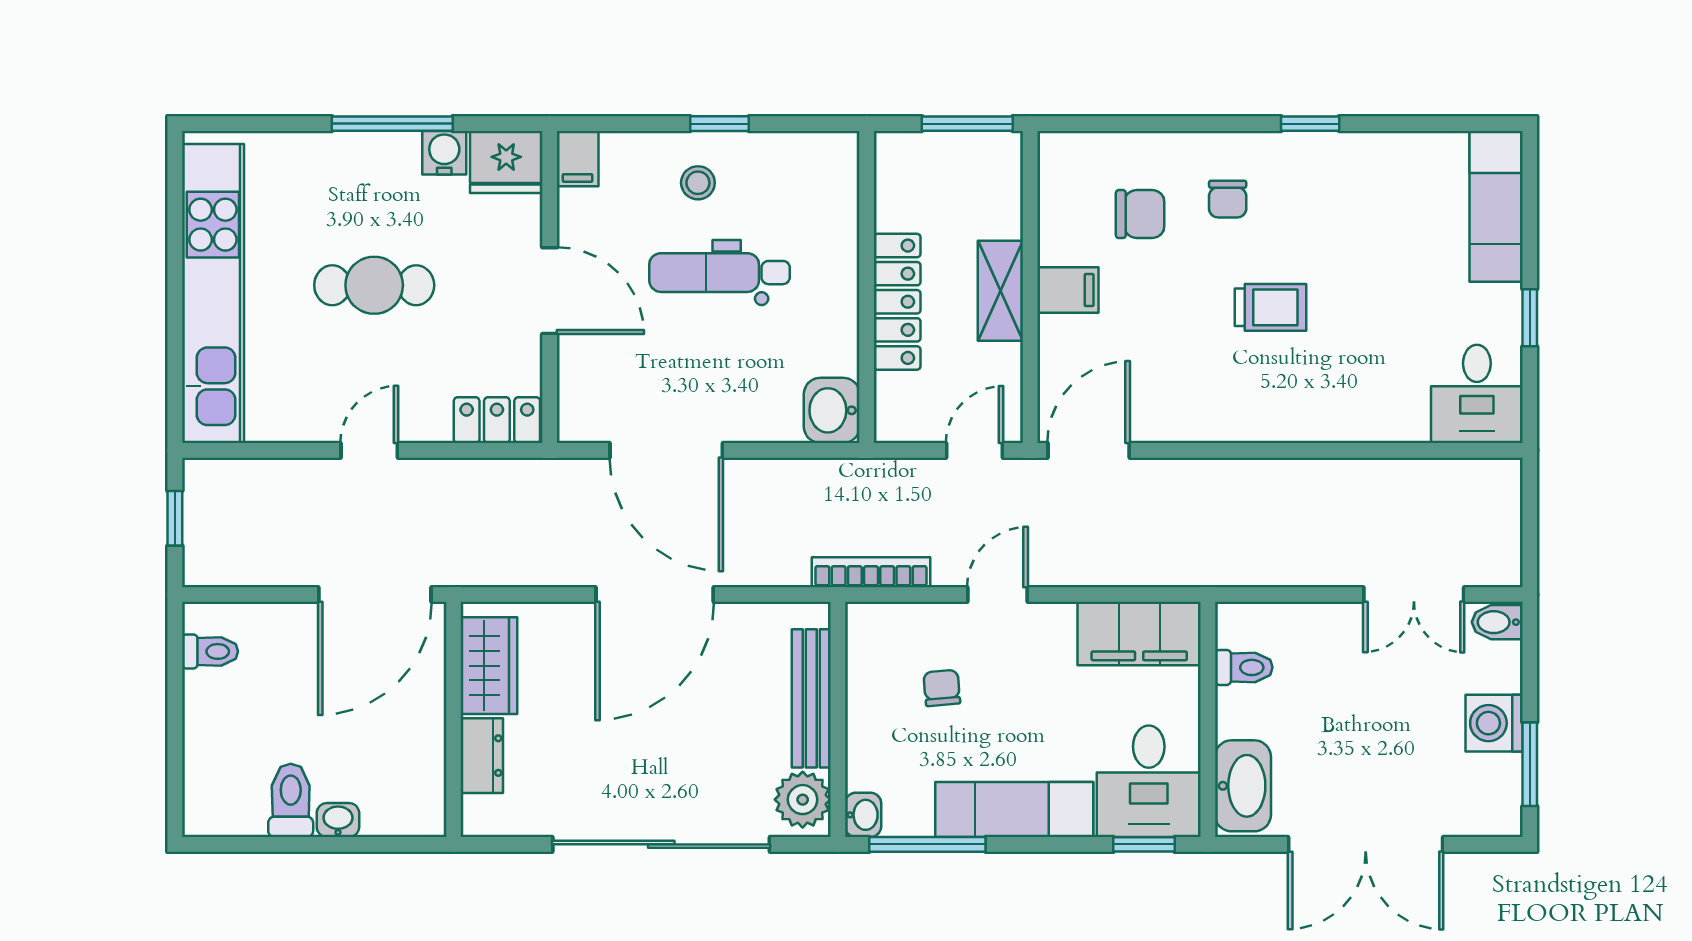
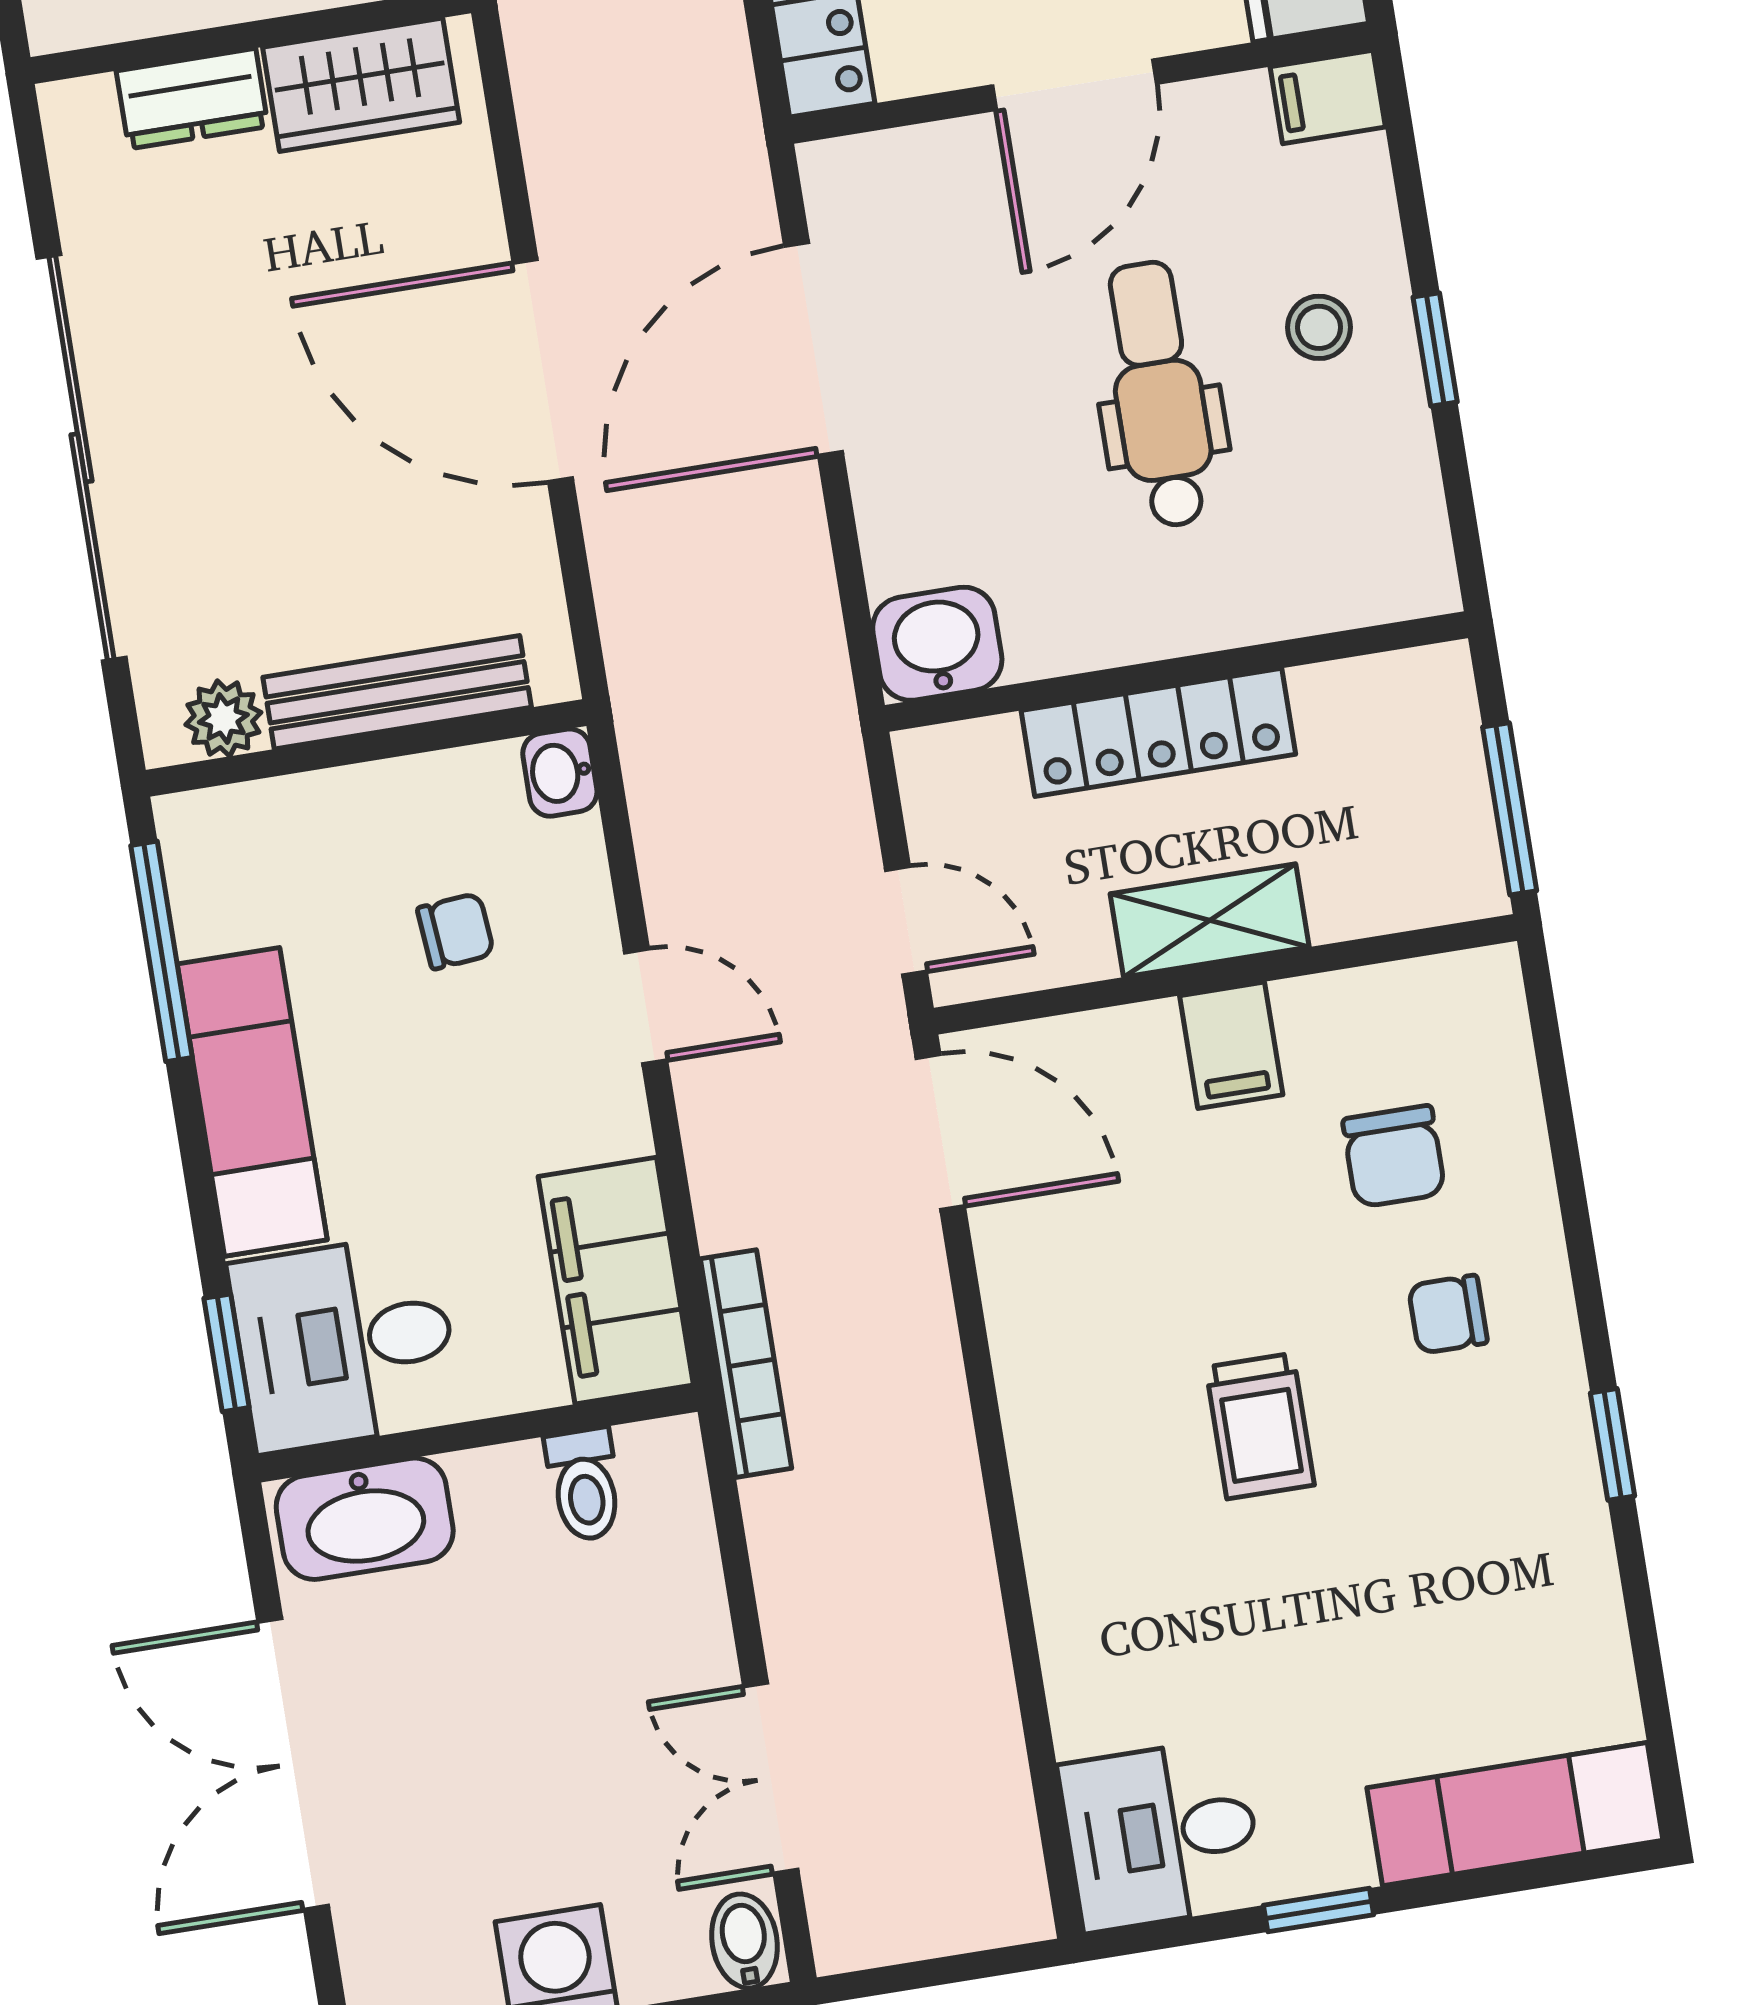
bookcase: (871, 572) -> (746, 1364), moved
plant: (803, 800) -> (223, 718), width x0.73, depth x0.73
washbasin: (863, 815) -> (560, 773), moved, turned 90

